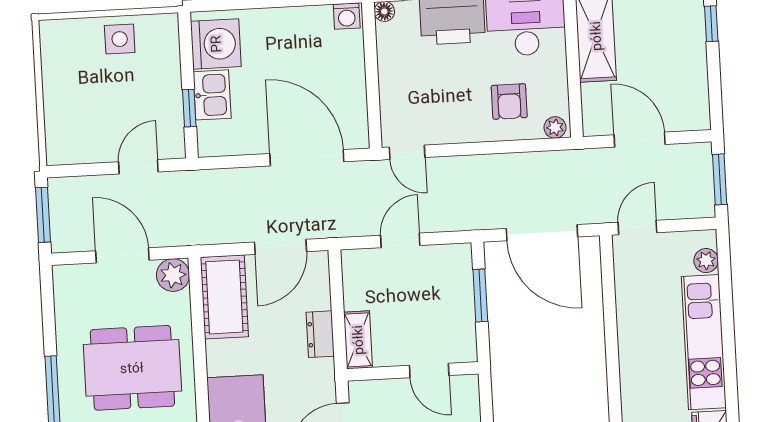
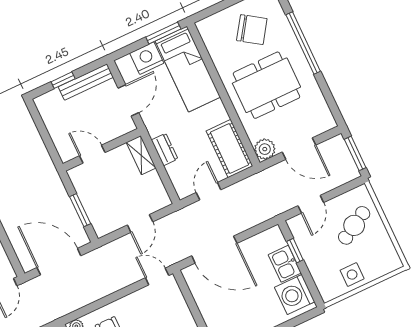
cafe table: (87, 110) -> (354, 225), added
door: (281, 247) -> (209, 191), width x0.73

